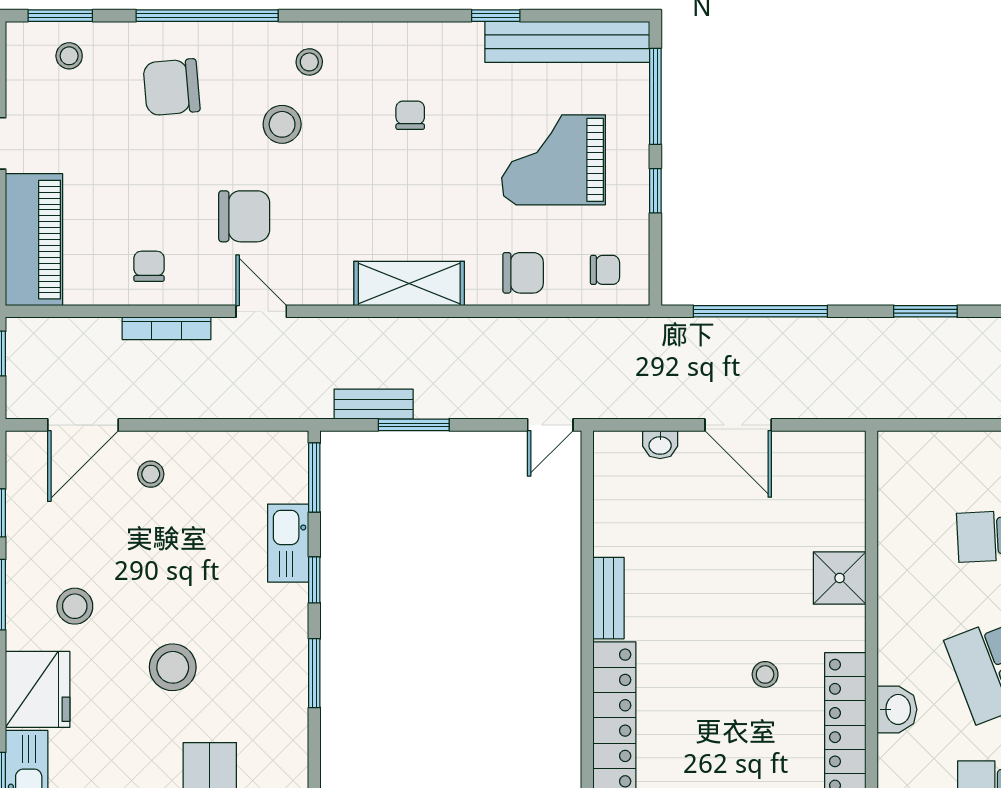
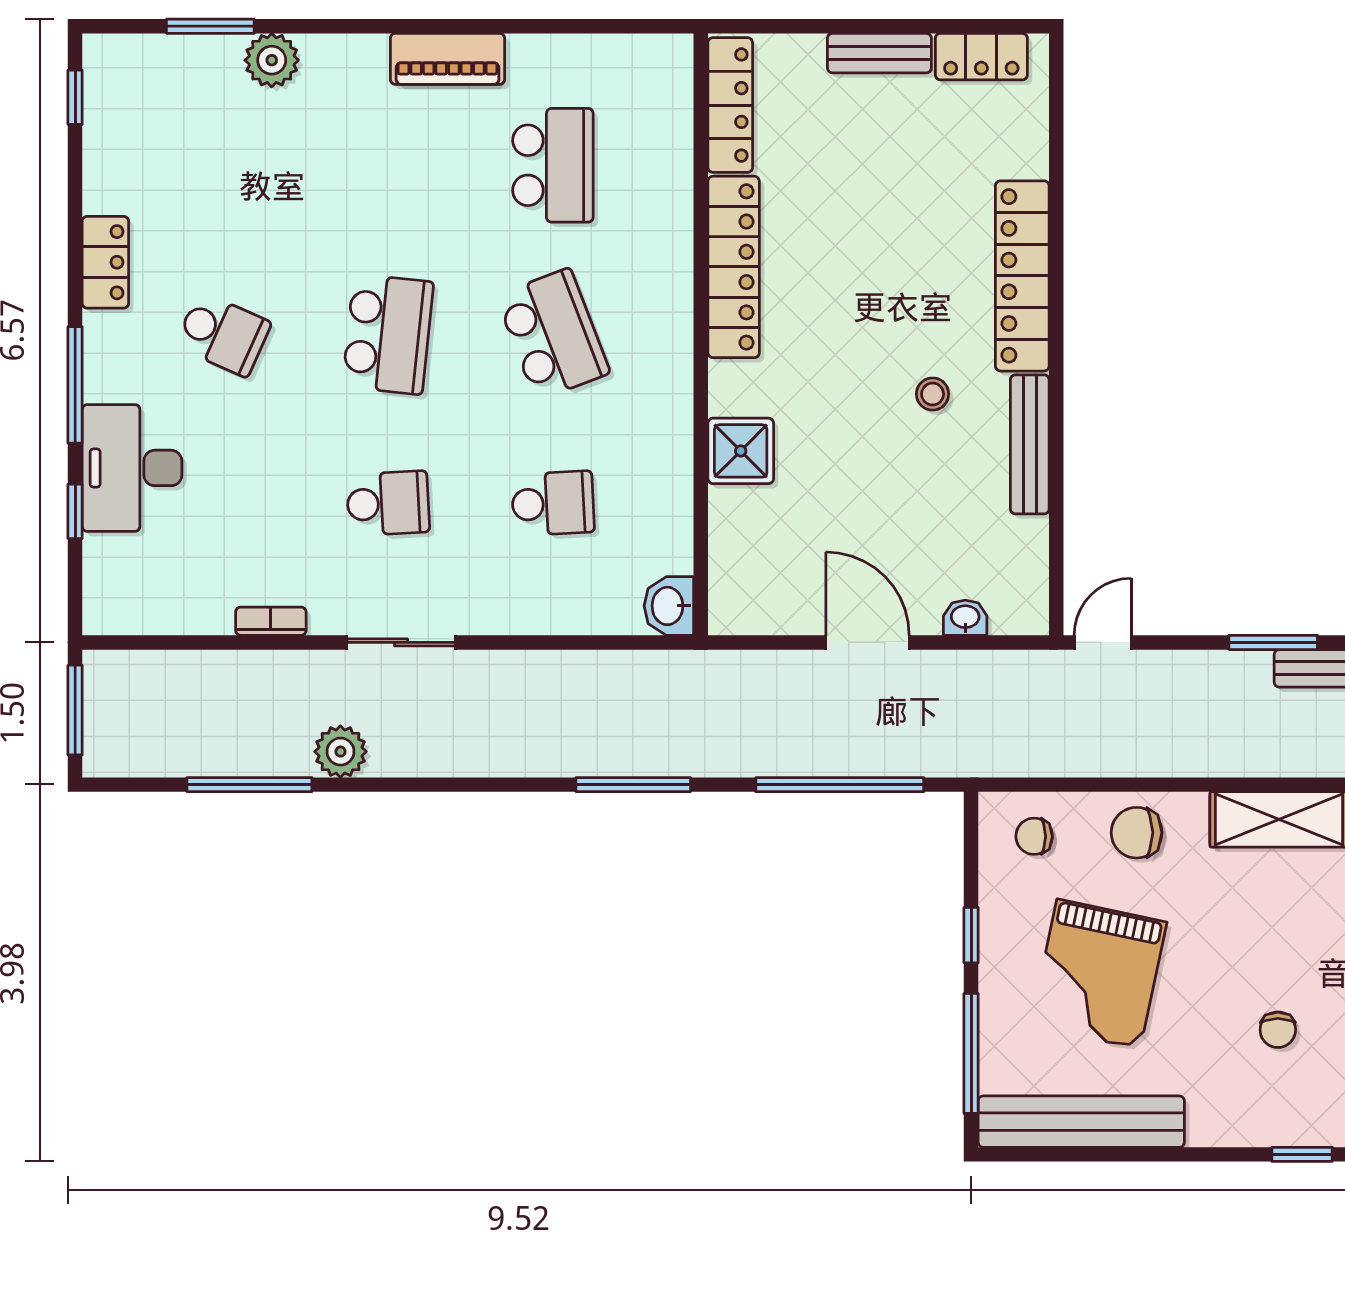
window: (496, 16) -> (1302, 1154), moved
grand piano: (554, 160) -> (1098, 974), turned 102
window: (925, 311) -> (633, 785), width x1.44
bench: (608, 598) -> (1030, 444), width x1.36
stool: (765, 674) -> (933, 394), moved
washbasin: (897, 709) -> (669, 606), moved

